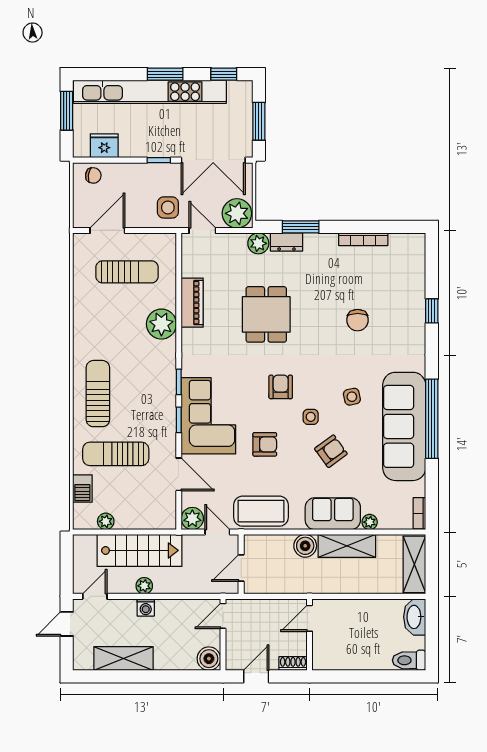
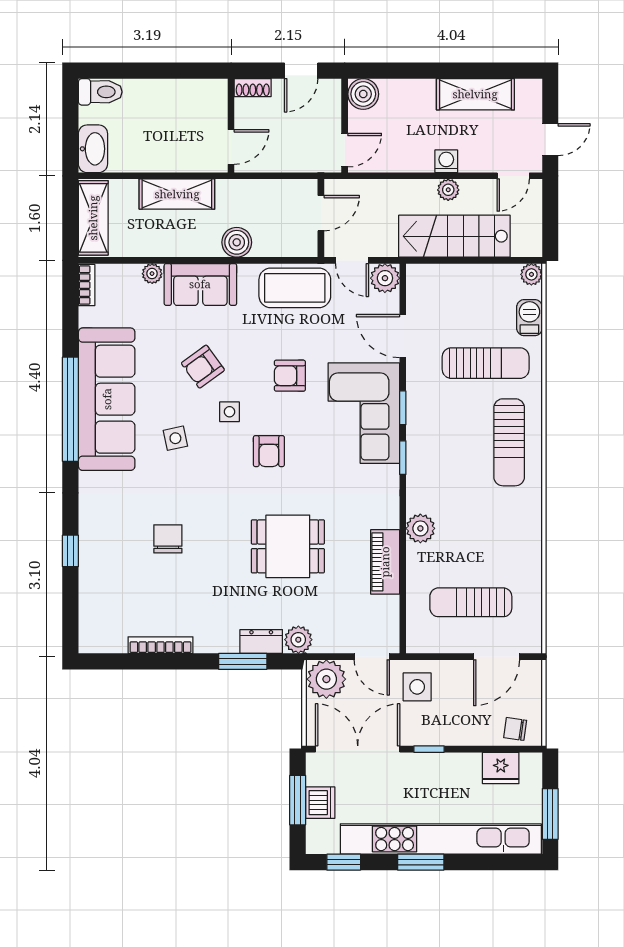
dishwasher: (242, 119) -> (320, 803), added
dining table: (266, 314) -> (288, 546), turned 90
plant: (161, 324) -> (420, 528), width x0.73, depth x0.73
plant: (106, 521) -> (531, 274), moved
shelving: (347, 546) -> (177, 194), moved

